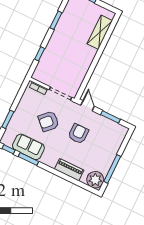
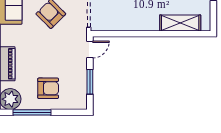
armchair: (78, 134) -> (48, 88), moved

